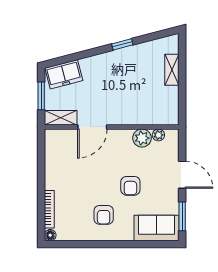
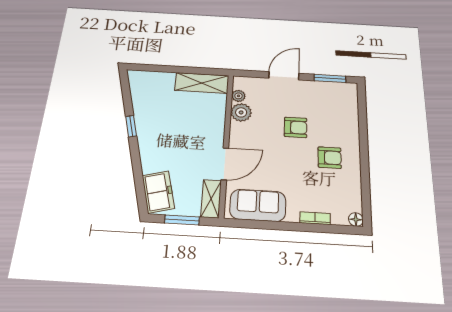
shelving: (172, 70) -> (202, 83), moved, width x1.50, depth x1.33
door: (92, 127) -> (225, 164), hinge flipped
bookcase: (49, 209) -> (315, 218), width x0.64
sofa: (157, 228) -> (258, 205), moved, turned 90

